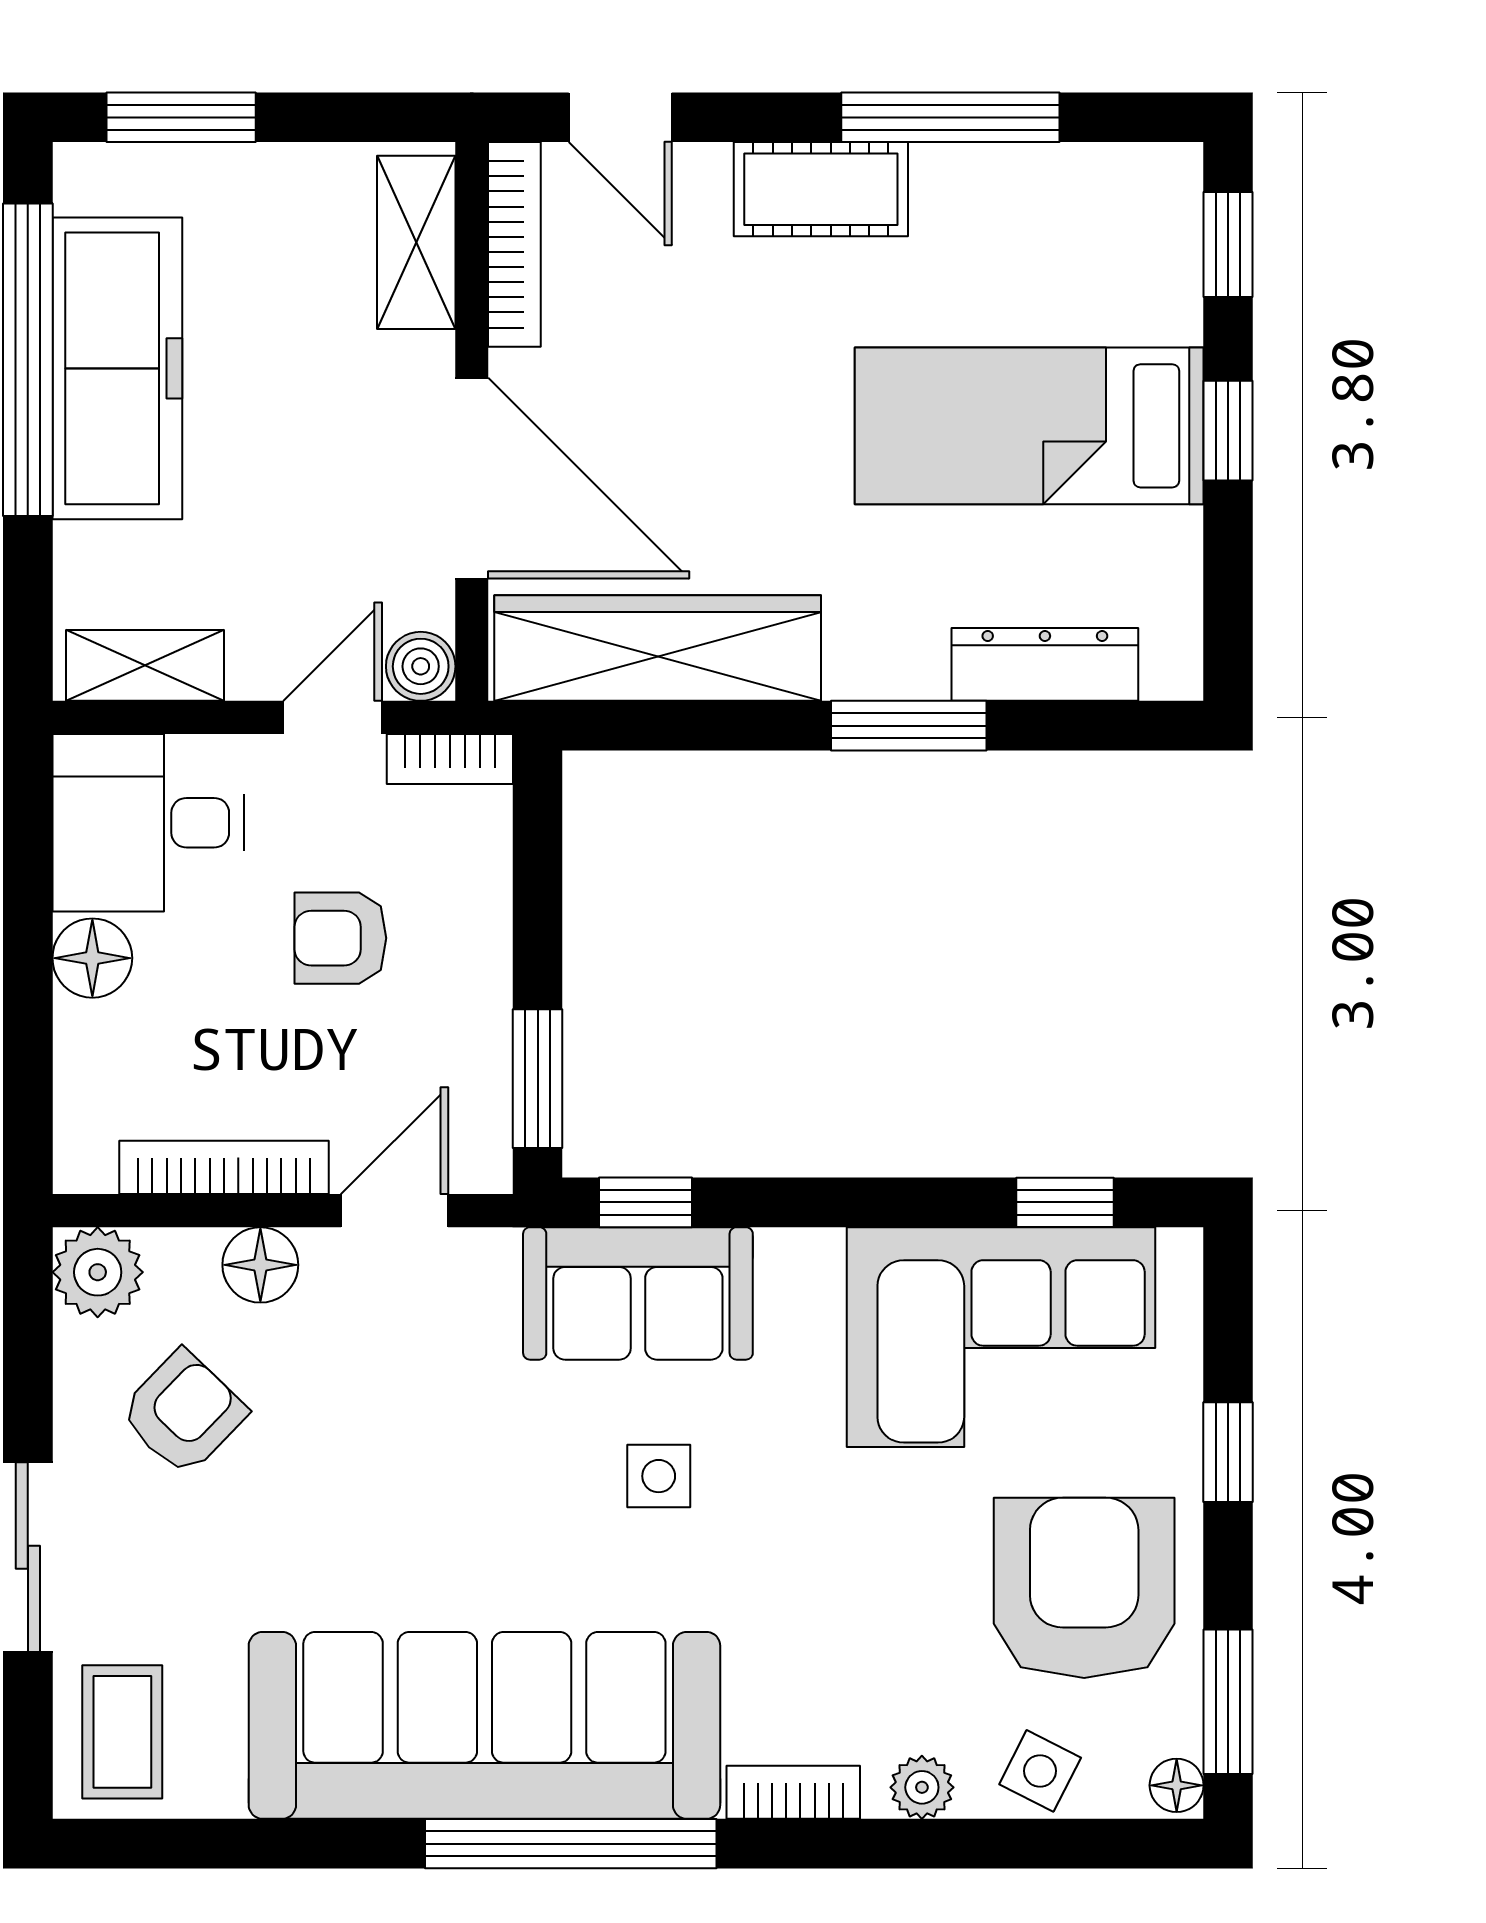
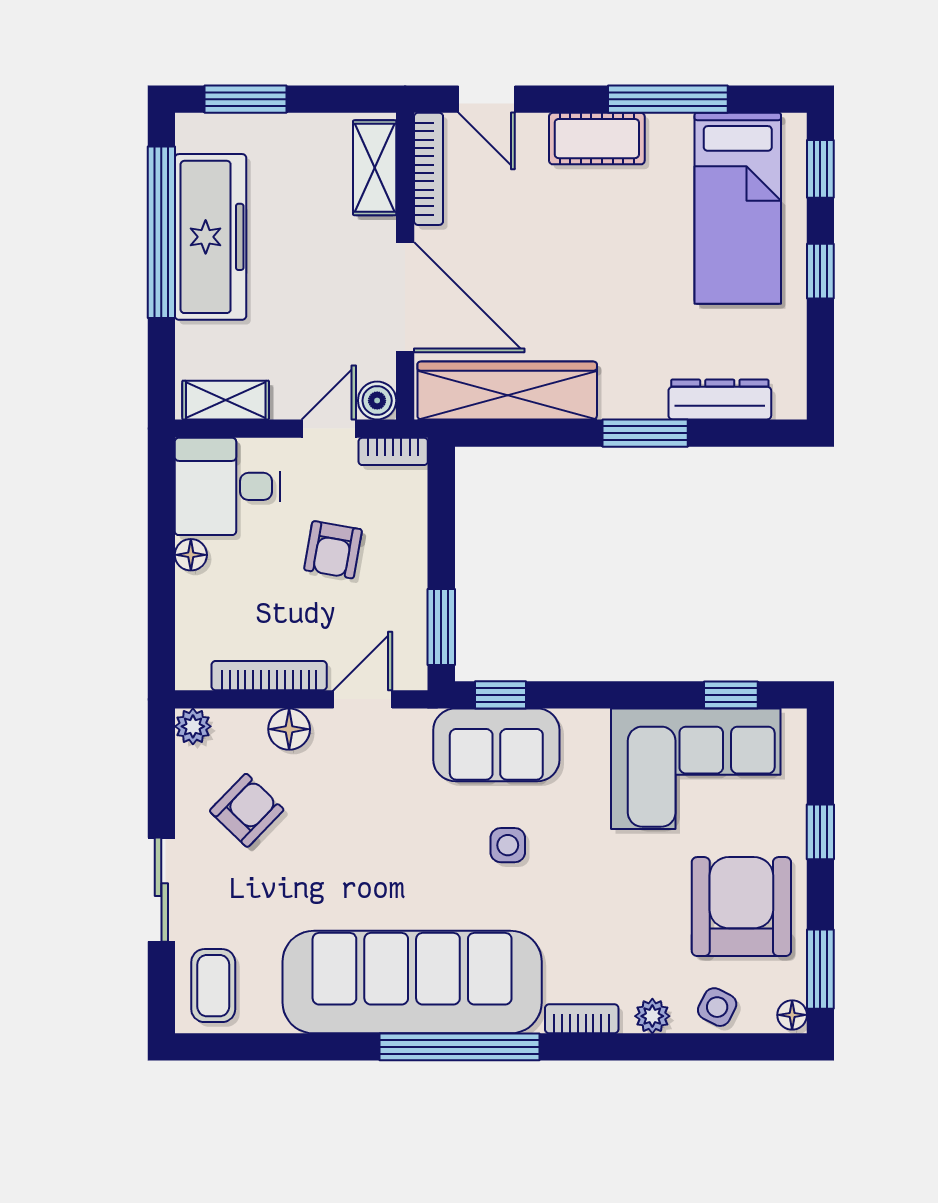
bed: (1029, 426) -> (738, 208), moved, turned -90
armchair: (340, 938) -> (333, 550), turned -80
floor lamp: (92, 958) -> (191, 555), width x0.73, depth x0.73
plant: (98, 1272) -> (193, 726), width x0.73, depth x0.73

